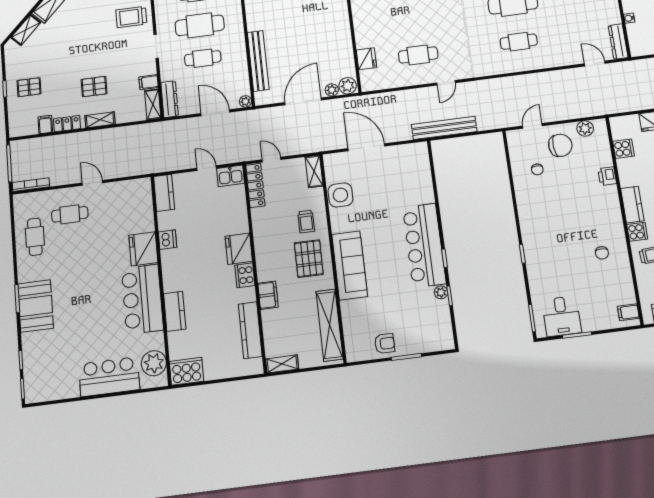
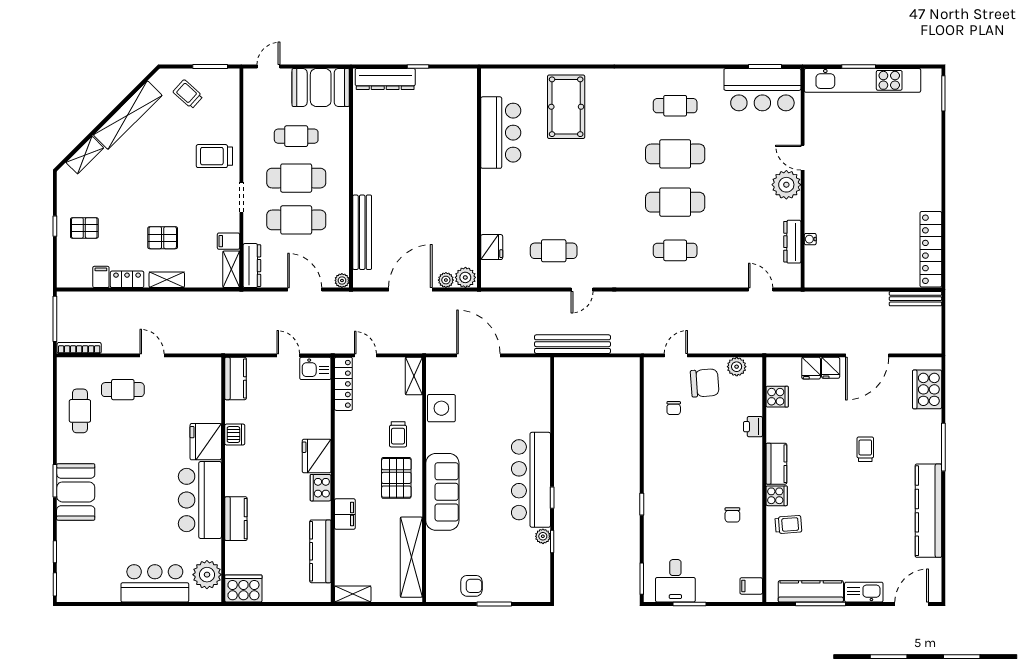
dresser: (618, 41) -> (792, 242), moved
cafe table: (203, 58) -> (296, 220), width x1.37, depth x1.35

